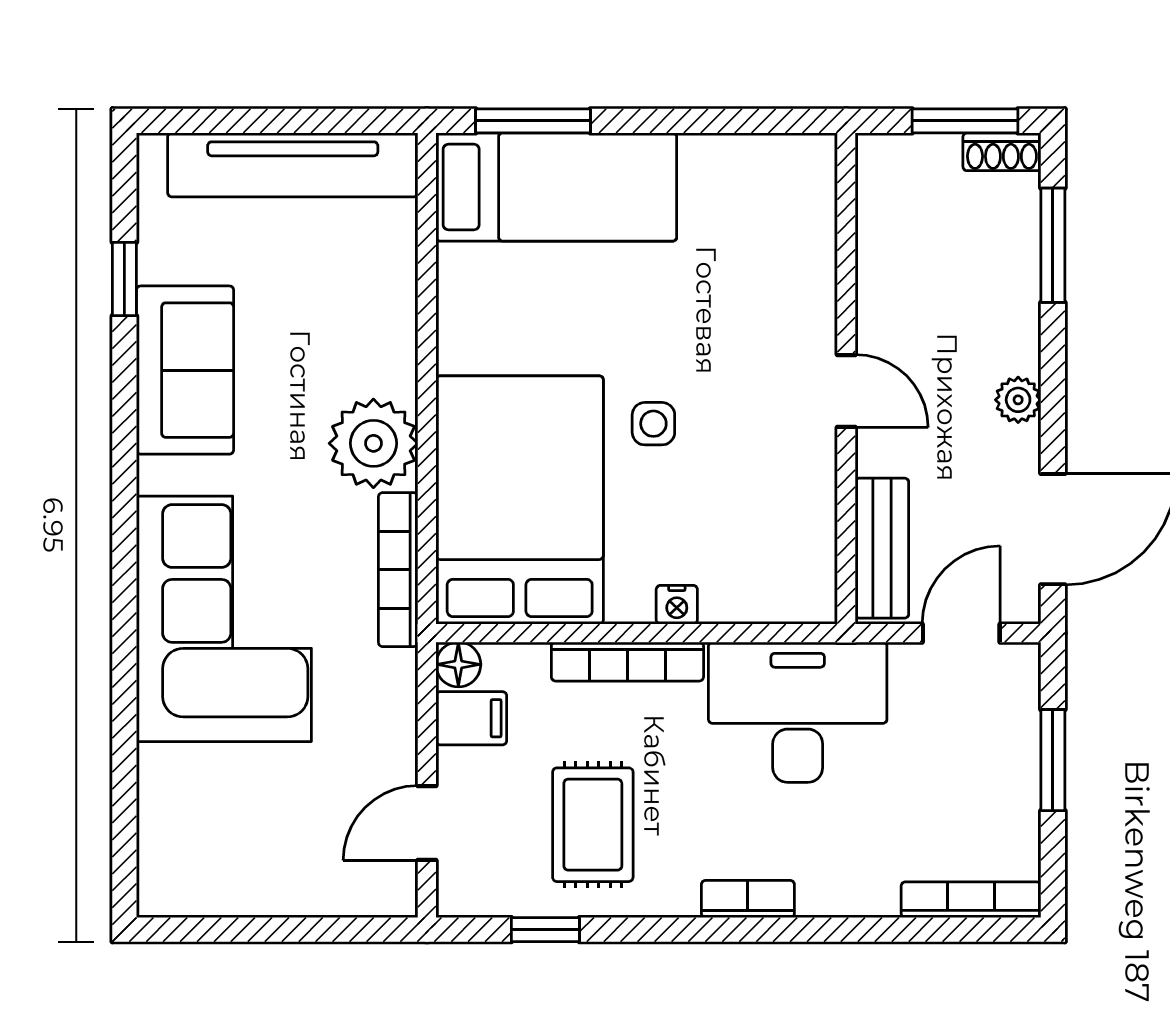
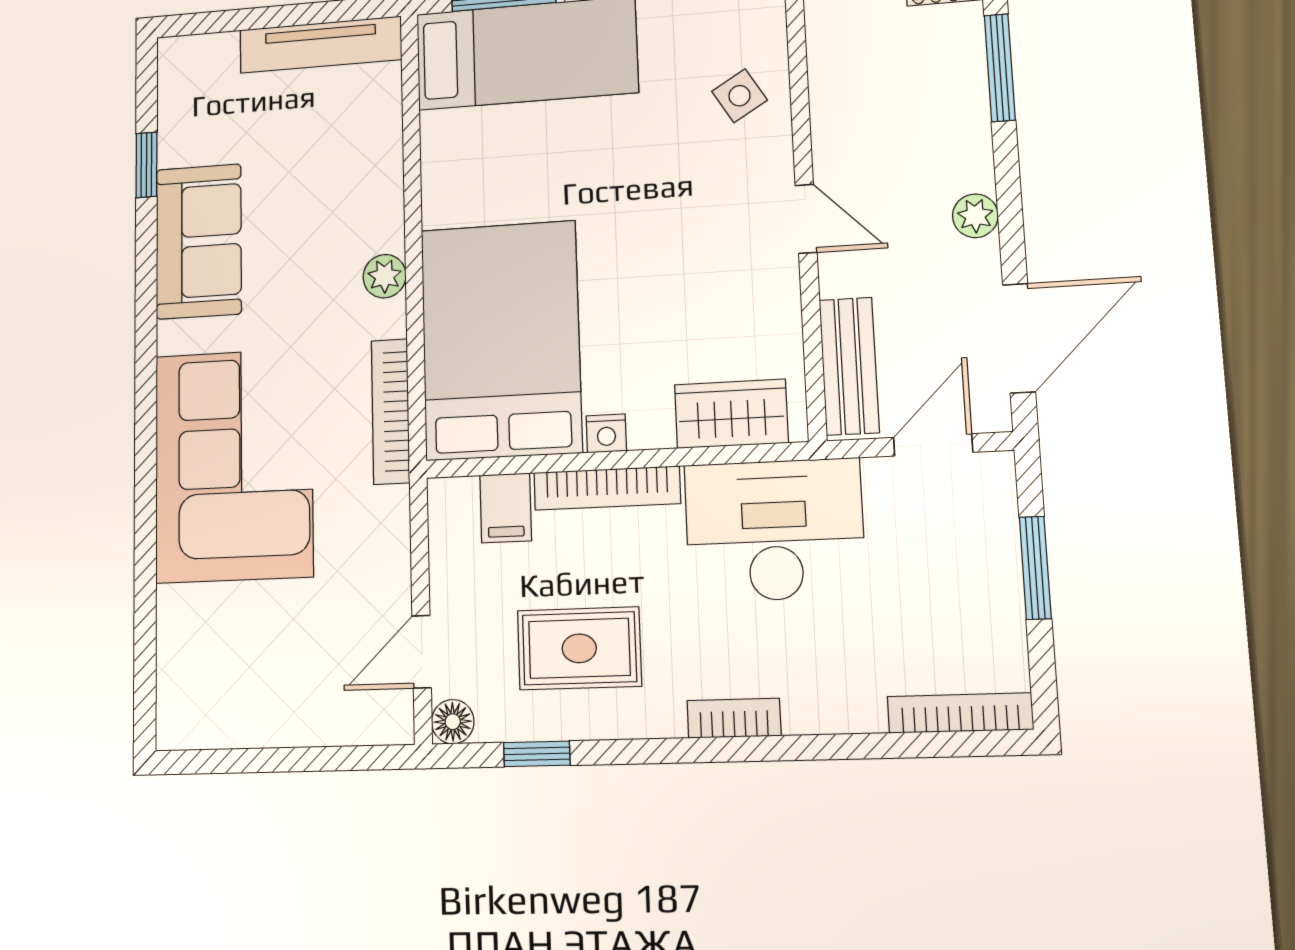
tv unit: (293, 165) -> (320, 45), width x0.73, depth x0.78
side table: (653, 424) -> (739, 96), moved, turned -31
plant: (373, 443) -> (385, 276), width x0.53, depth x0.53
wardrobe: (759, 591) -> (731, 414), added
nightstand: (677, 605) -> (606, 433), moved
floor lamp: (458, 664) -> (453, 722), moved
filing cabinet: (471, 718) -> (506, 508), moved, turned 90
rug: (593, 825) -> (579, 648), turned 90

